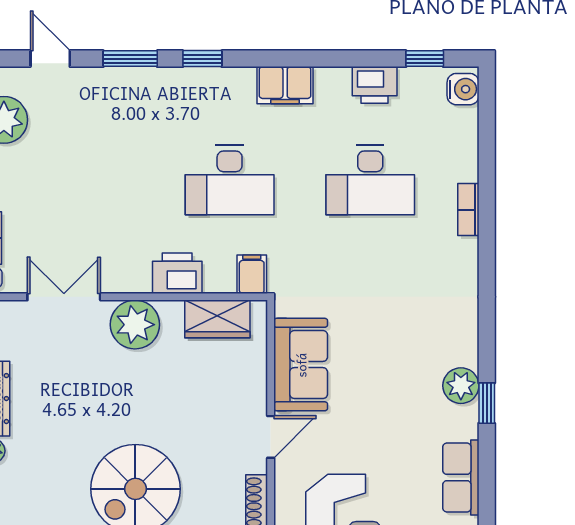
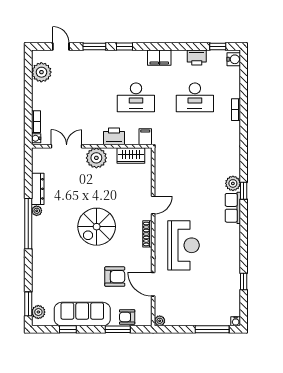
sofa: (301, 365) -> (166, 175), removed
row of seats: (461, 478) -> (233, 208), moved

